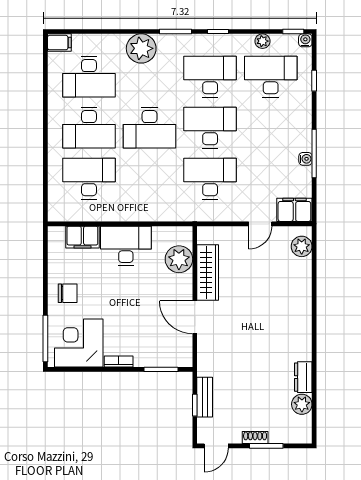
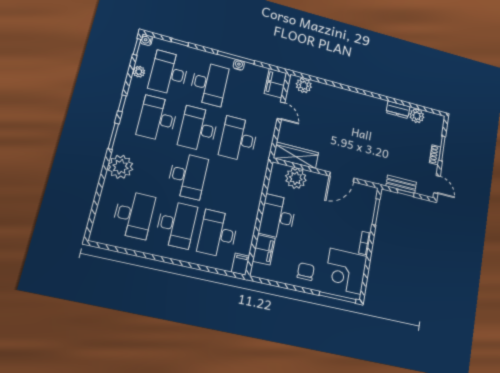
filing cabinet: (59, 43) -> (240, 264), moved
desk: (271, 128) -> (209, 84), added
wardrobe: (208, 273) -> (296, 155), moved

